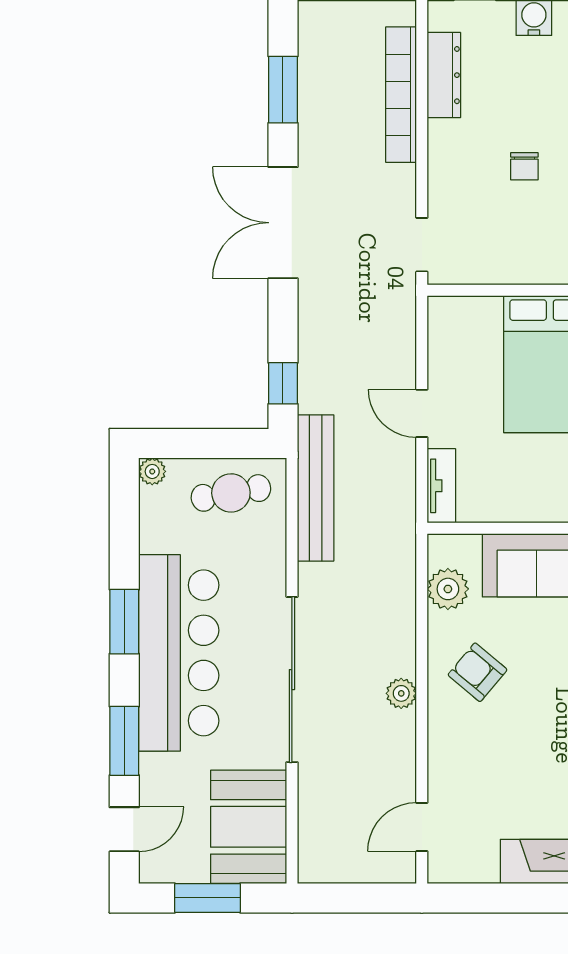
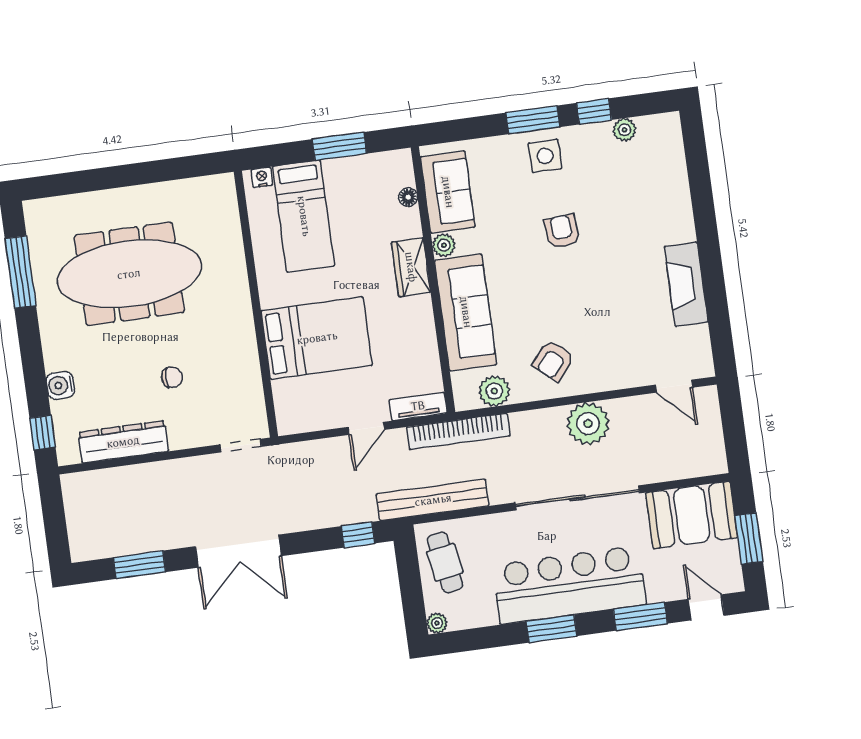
dresser: (444, 75) -> (123, 442), width x1.37, depth x1.24
bookcase: (401, 95) -> (458, 431), moved
plant: (401, 693) -> (588, 424), width x1.88, depth x1.88

